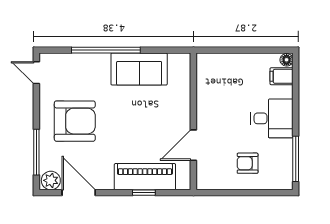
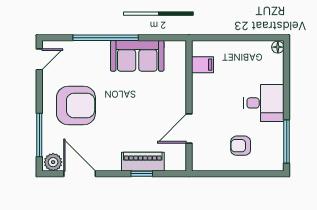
door: (36, 73) -> (39, 59), swing flipped
filing cabinet: (282, 76) -> (203, 65), moved, turned 180
piano: (145, 177) -> (143, 162), width x0.73, depth x0.75

